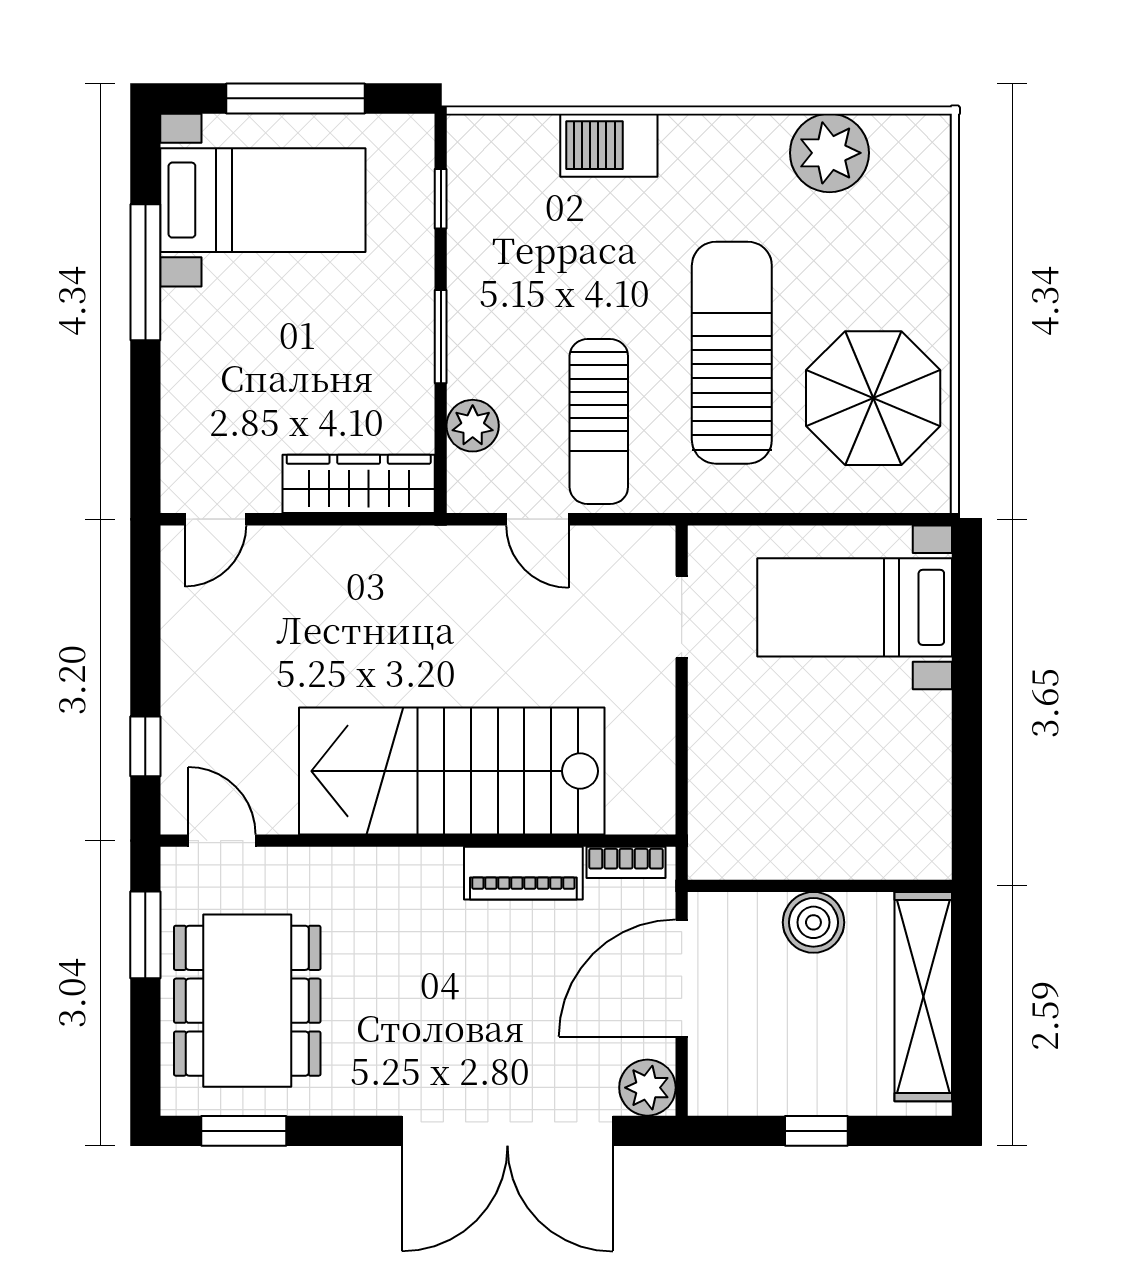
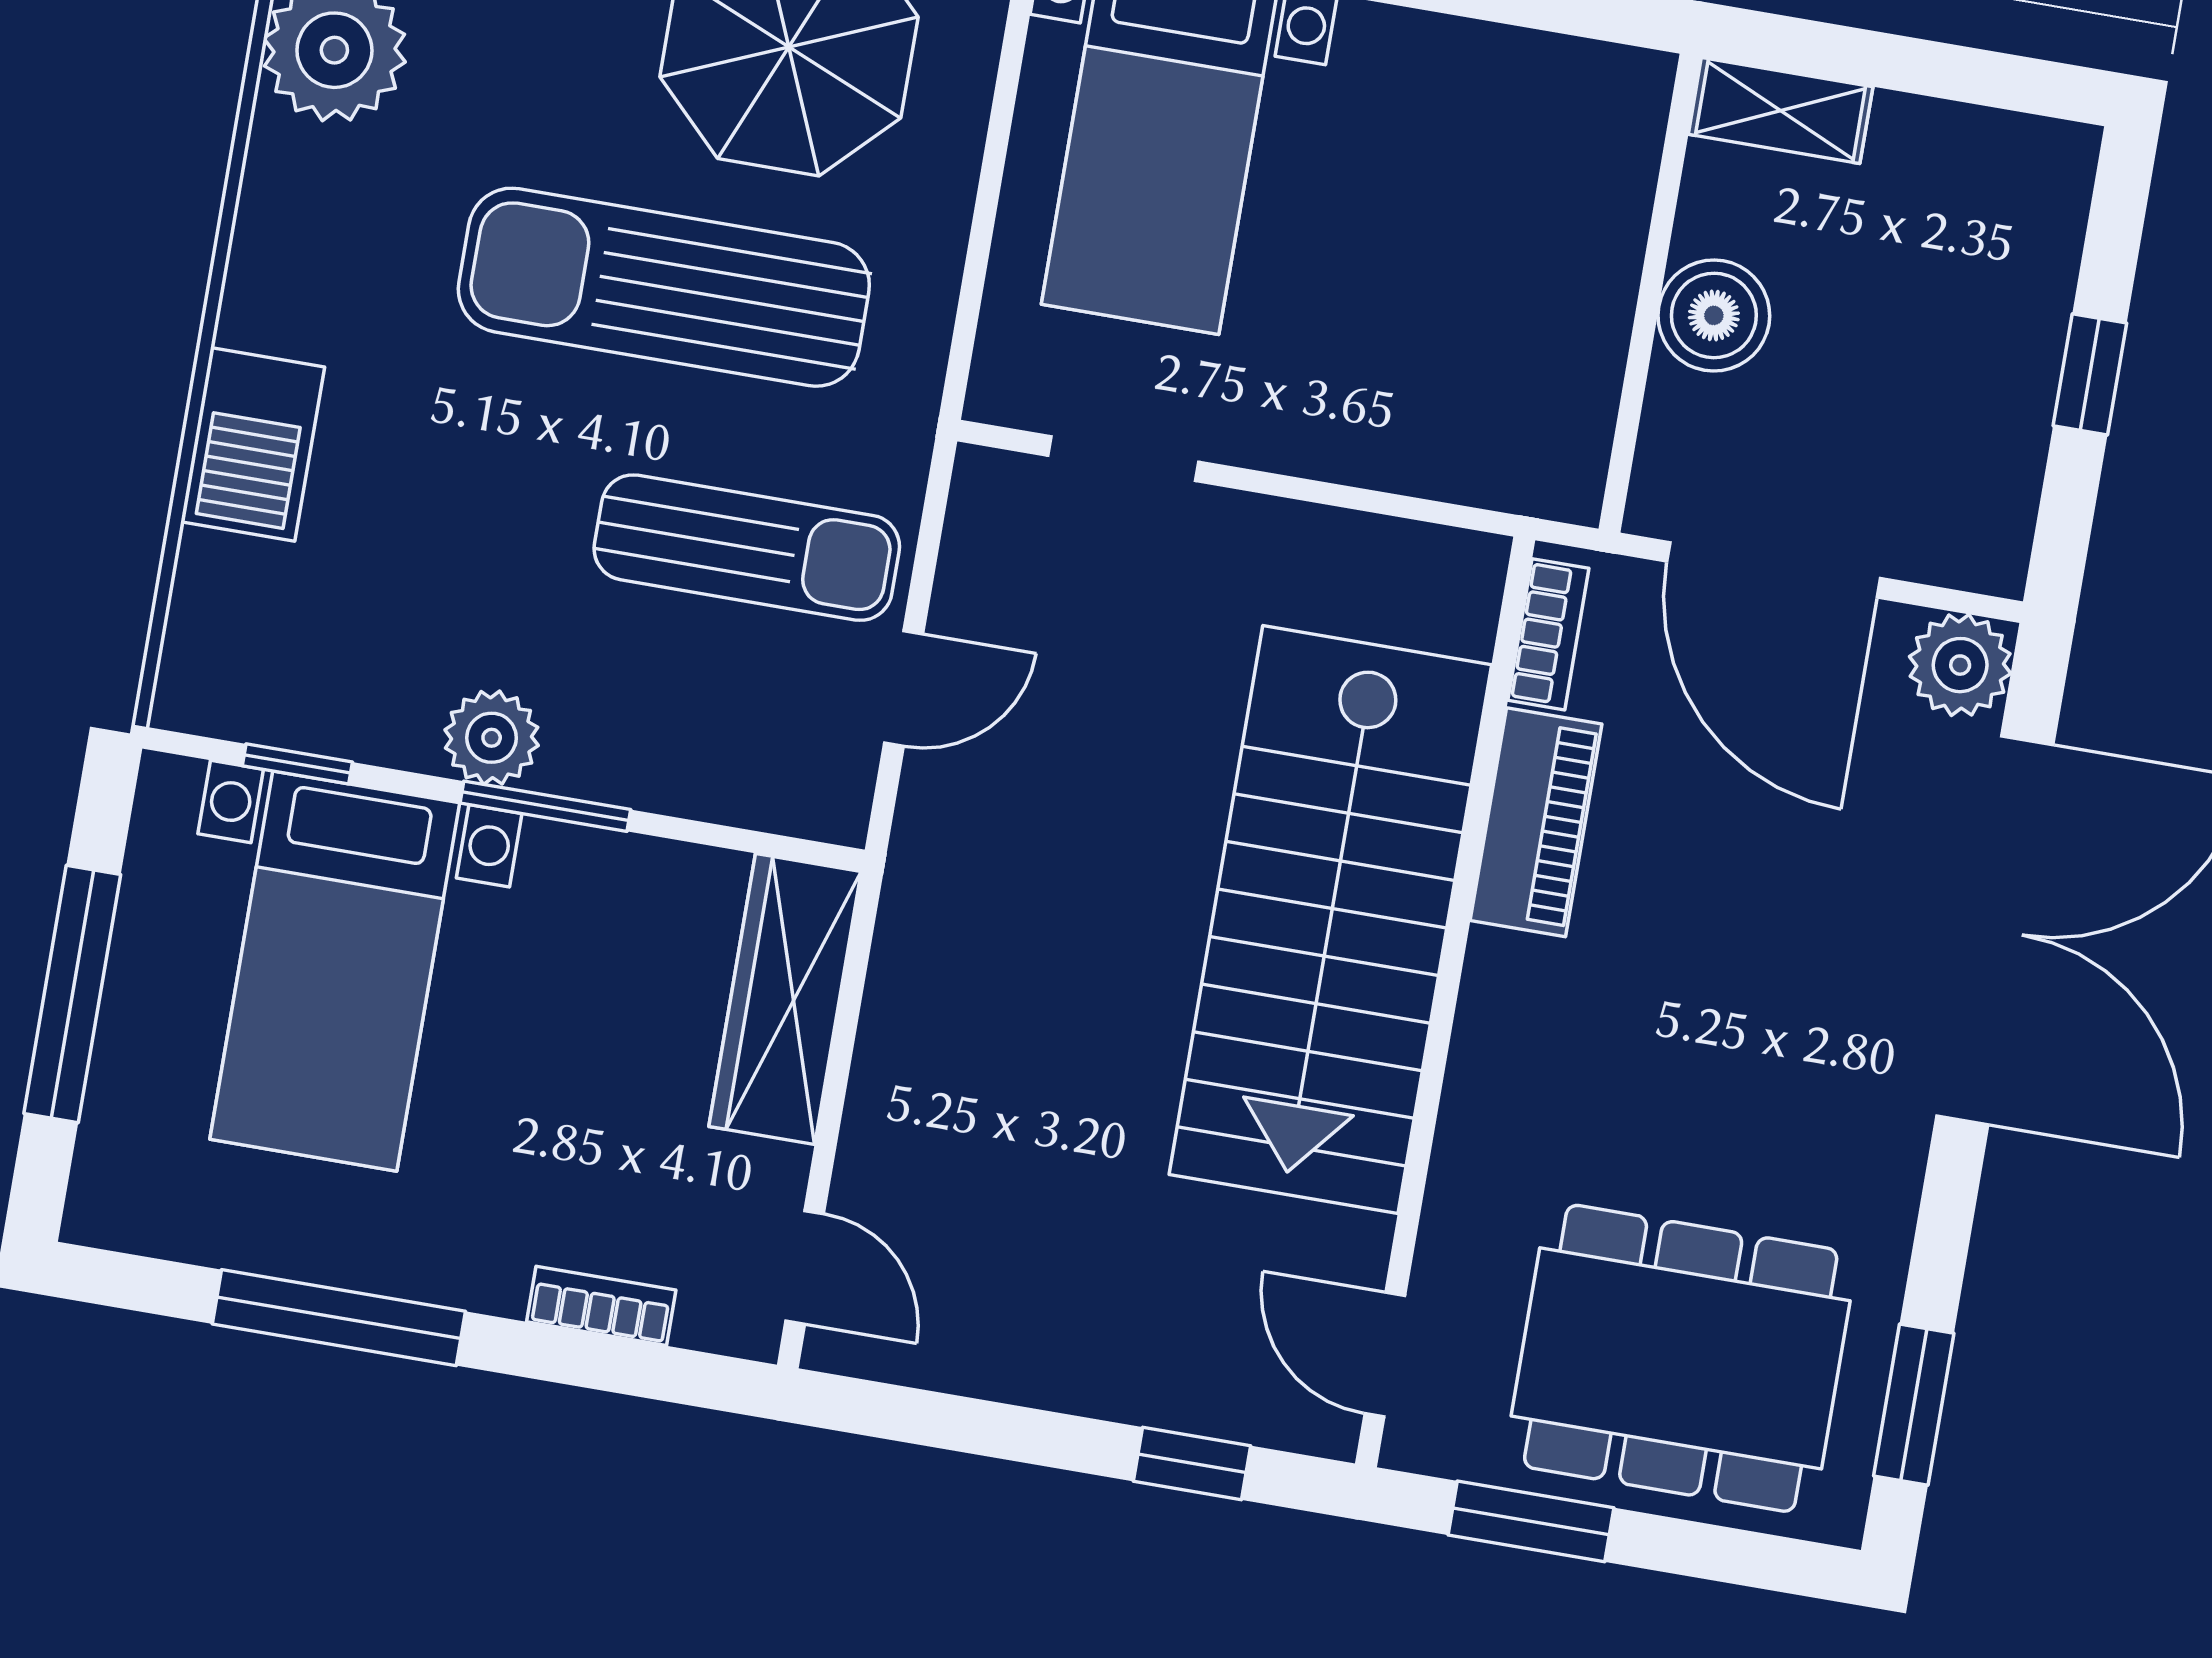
bed with nightstands: (263, 200) -> (335, 971), moved, turned 180
bookcase: (176, 413) -> (601, 1306), added
plant: (473, 426) -> (492, 738), moved
door: (222, 841) -> (1385, 1355), hinge flipped
shelving: (923, 997) -> (1781, 111), width x0.45, depth x0.75

